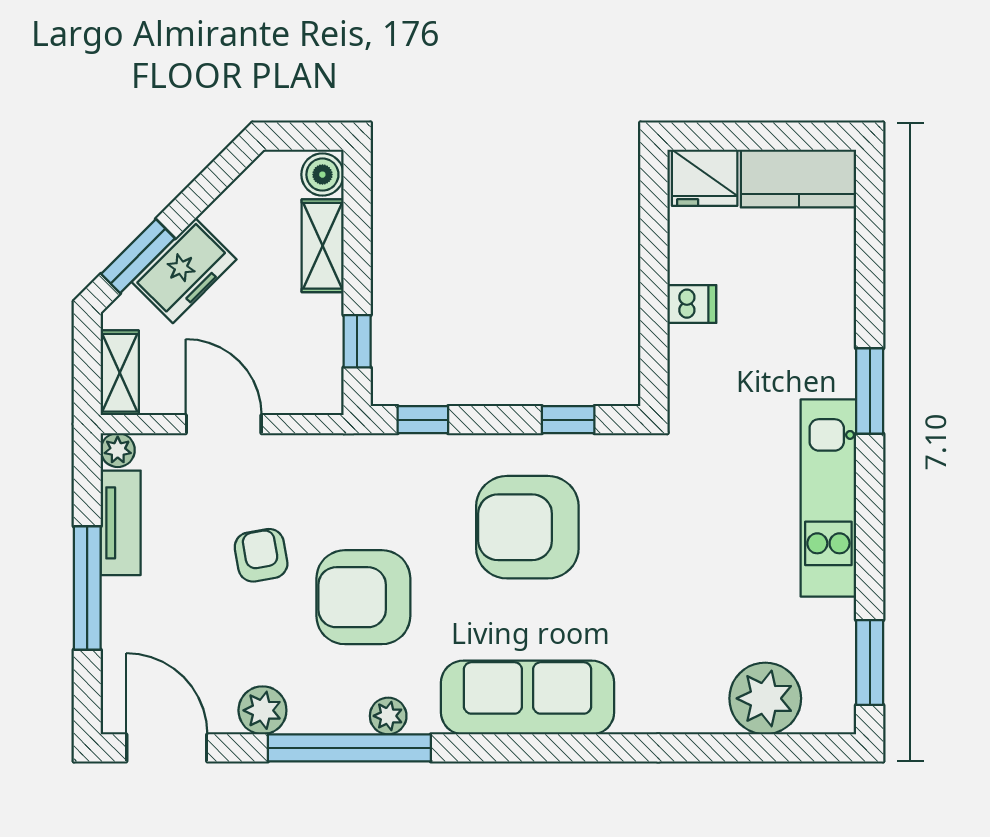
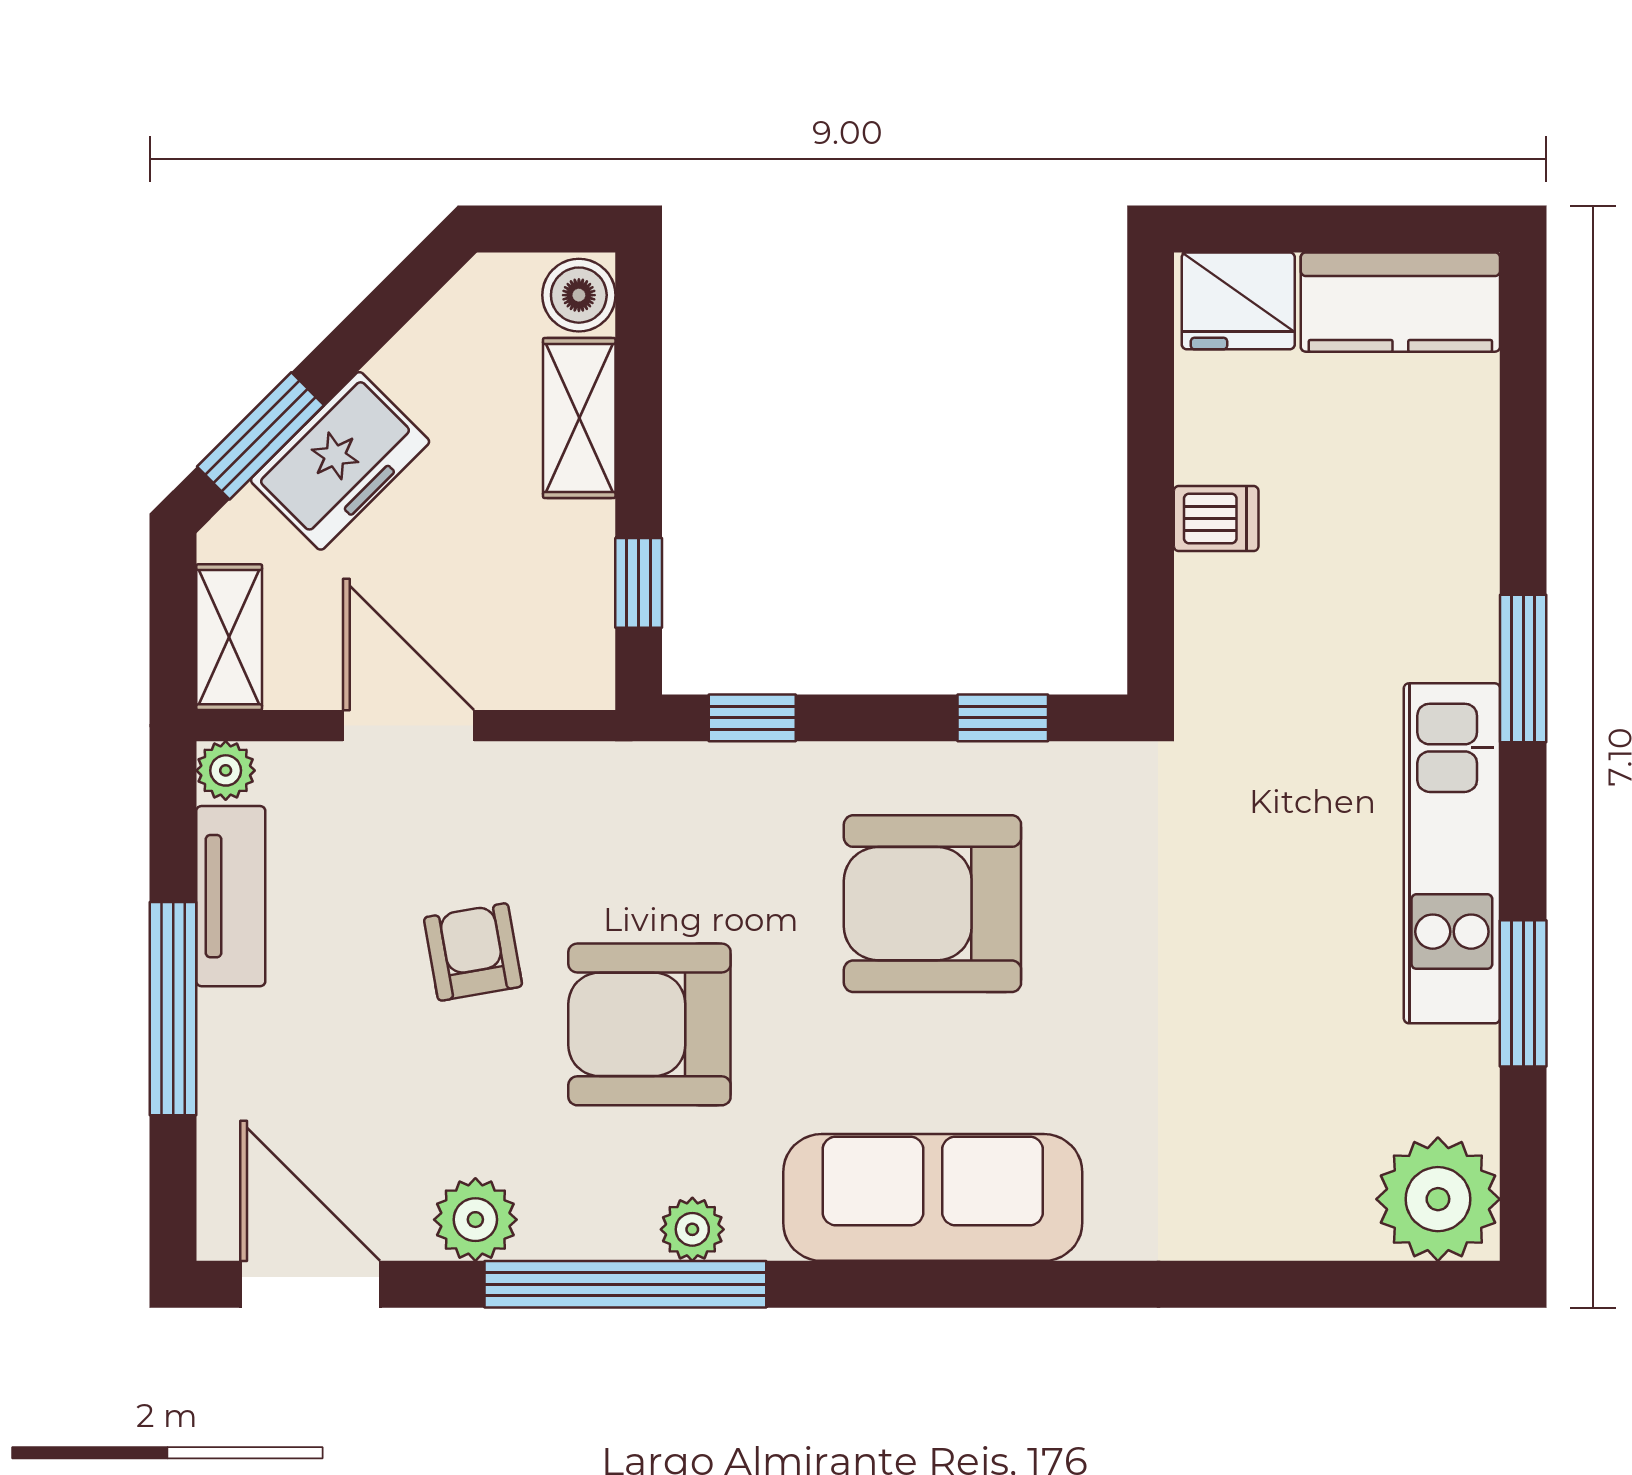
window: (870, 662) -> (1523, 993), moved
plant: (765, 698) -> (1438, 1199), moved

